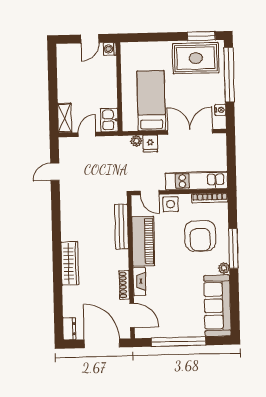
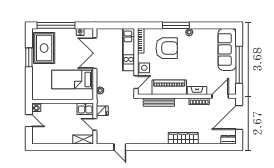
window: (201, 36) -> (29, 57), moved
fridge: (150, 144) -> (102, 111), moved
sofa: (217, 306) -> (227, 49), moved, turned 90

